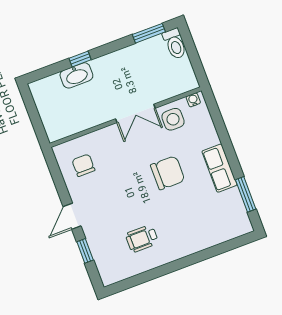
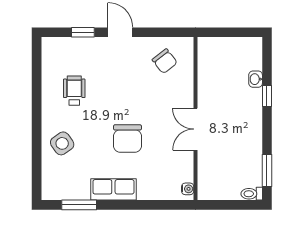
toilet: (175, 44) -> (252, 194), width x0.73, depth x0.72
washbasin: (76, 75) -> (256, 79), width x0.52, depth x0.69
side table: (173, 119) -> (62, 143), moved, turned -35
chair: (83, 165) -> (165, 61), turned 52

